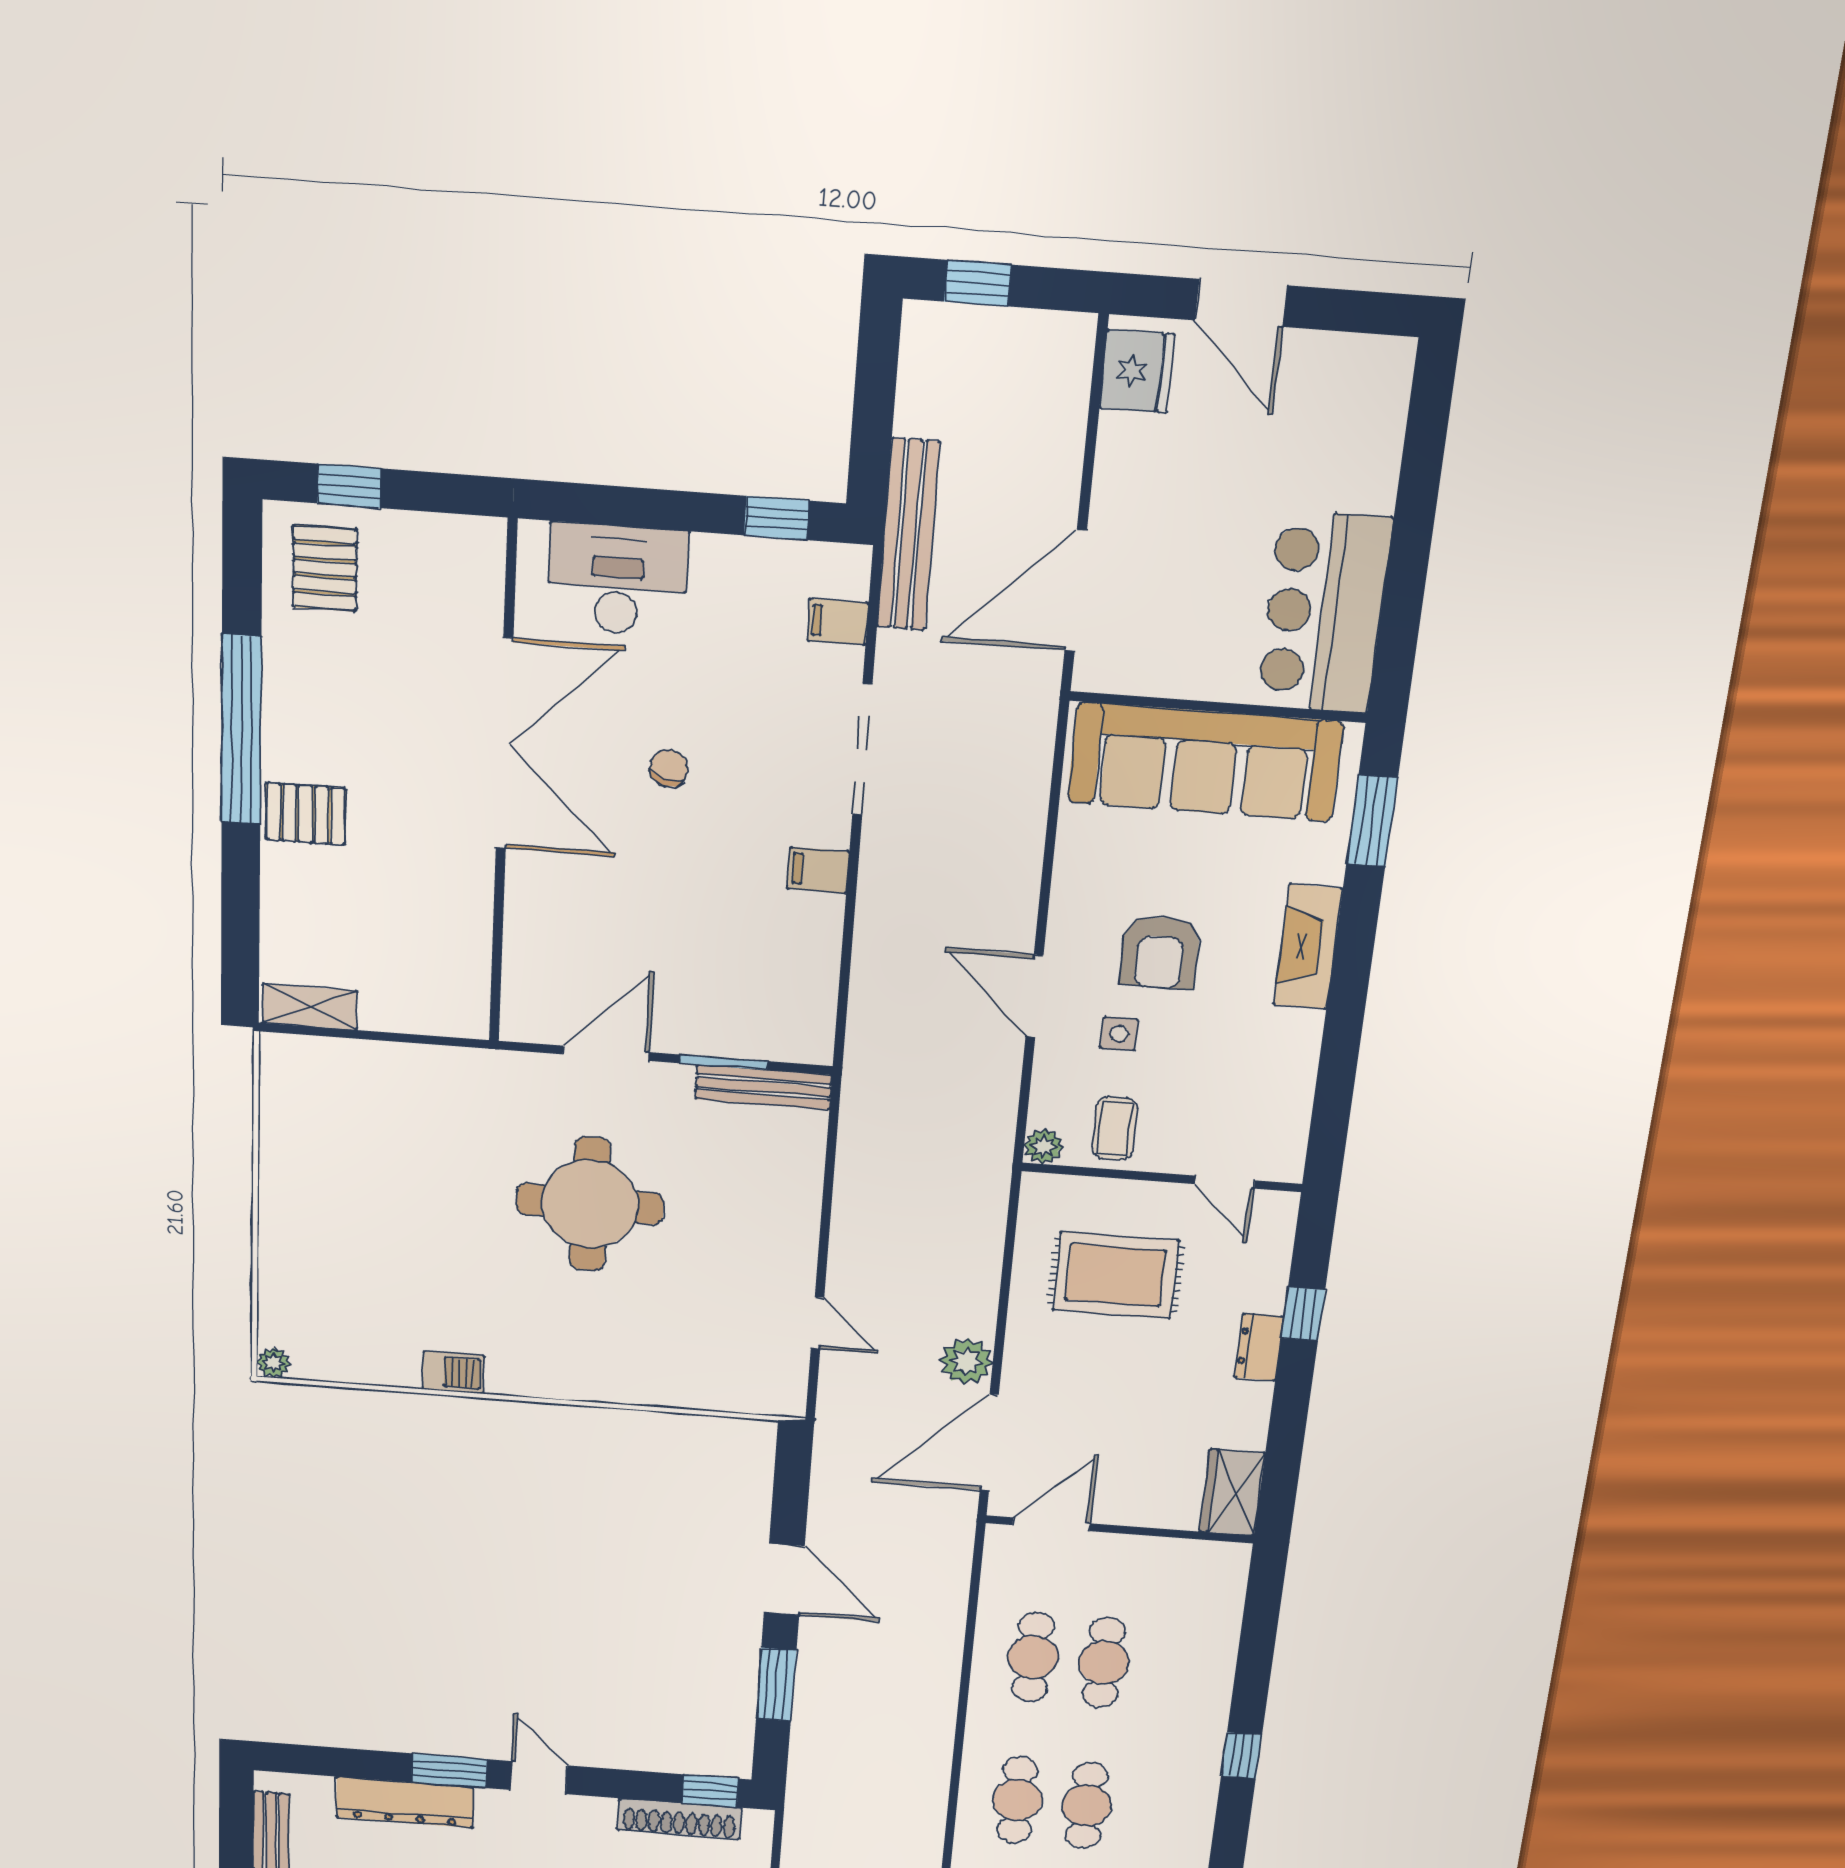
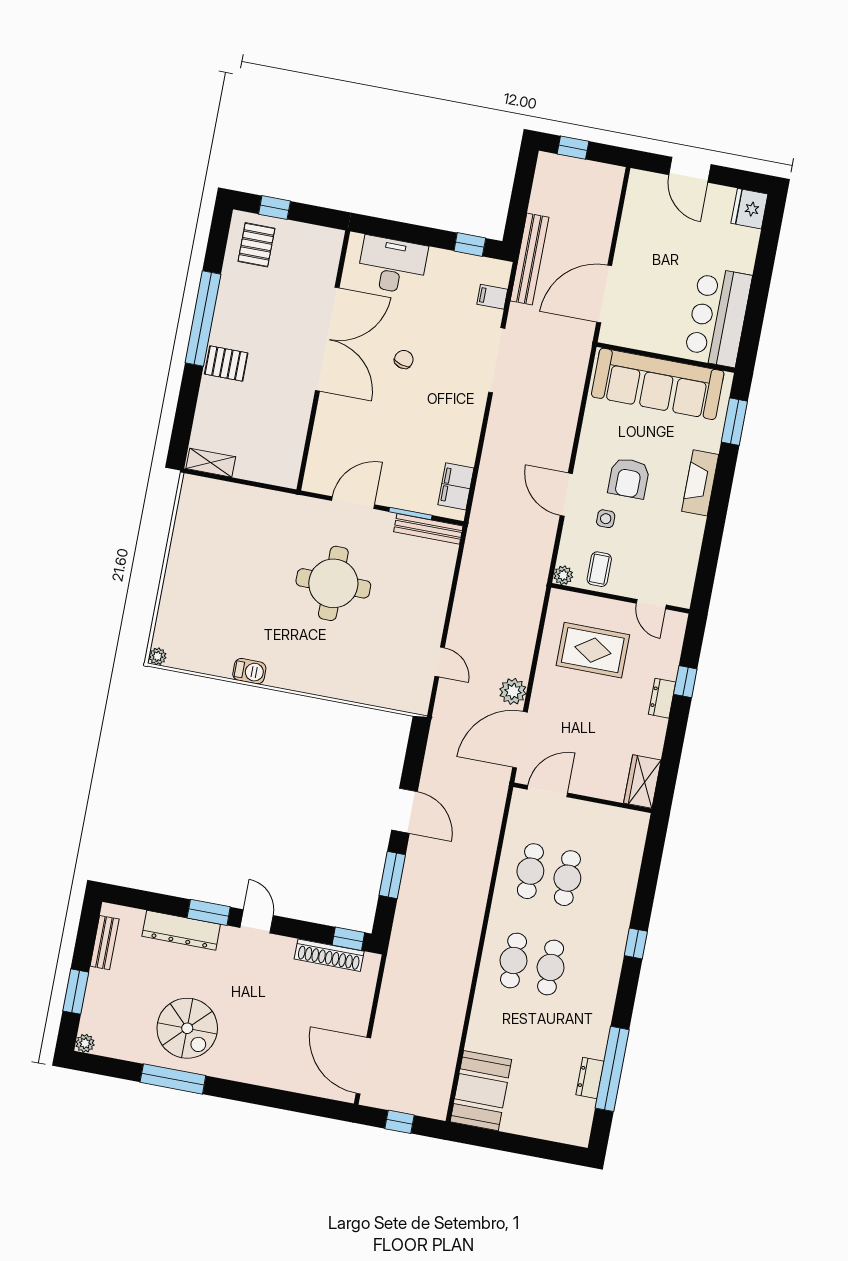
fridge: (1137, 371) -> (749, 209), moved, turned 180
filing cabinet: (818, 870) -> (456, 486), moved, width x2.00

